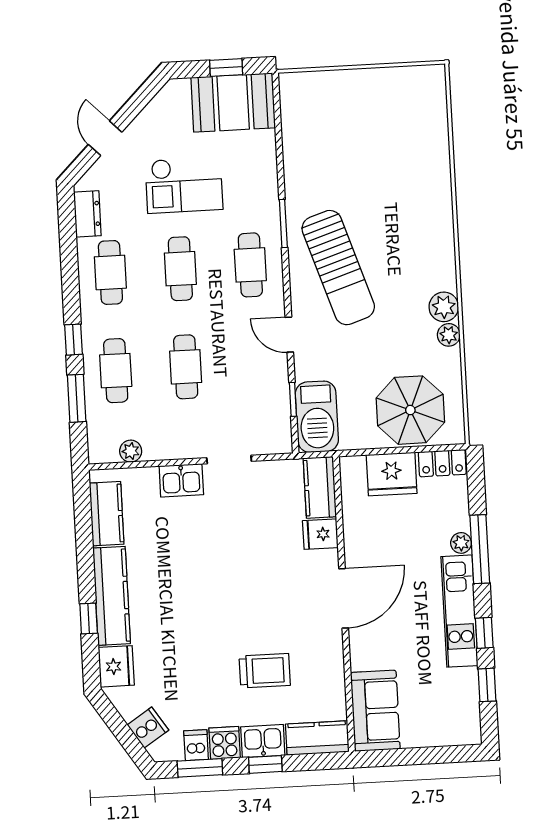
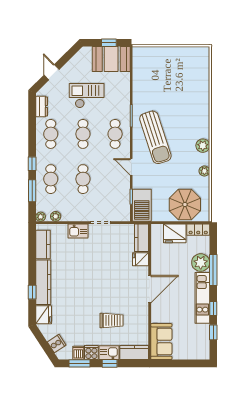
checkout: (184, 185) -> (87, 96), turned 180
plant: (444, 307) -> (203, 146), moved
plant: (98, 454) -> (41, 217), added
plant: (461, 543) -> (201, 263), width x1.87, depth x1.87

